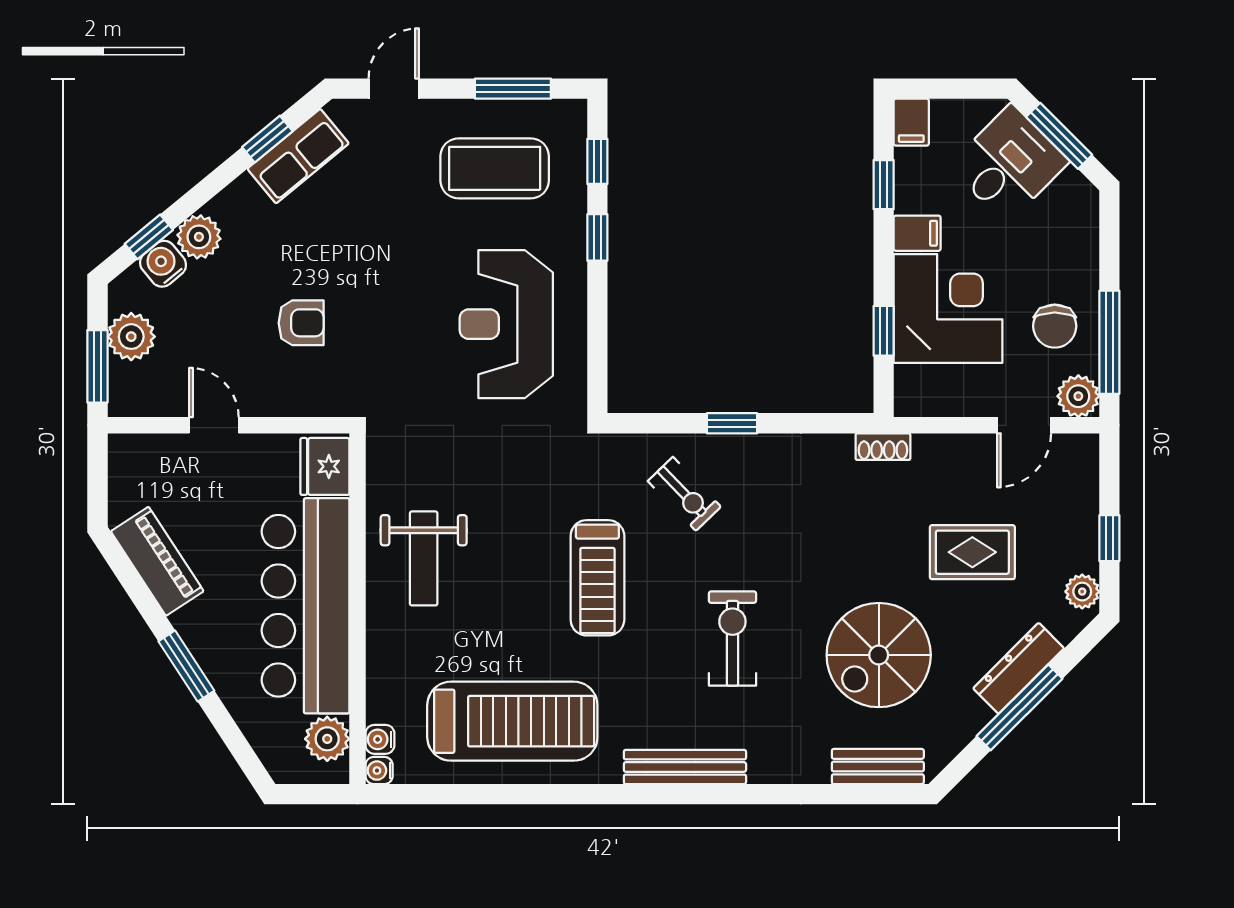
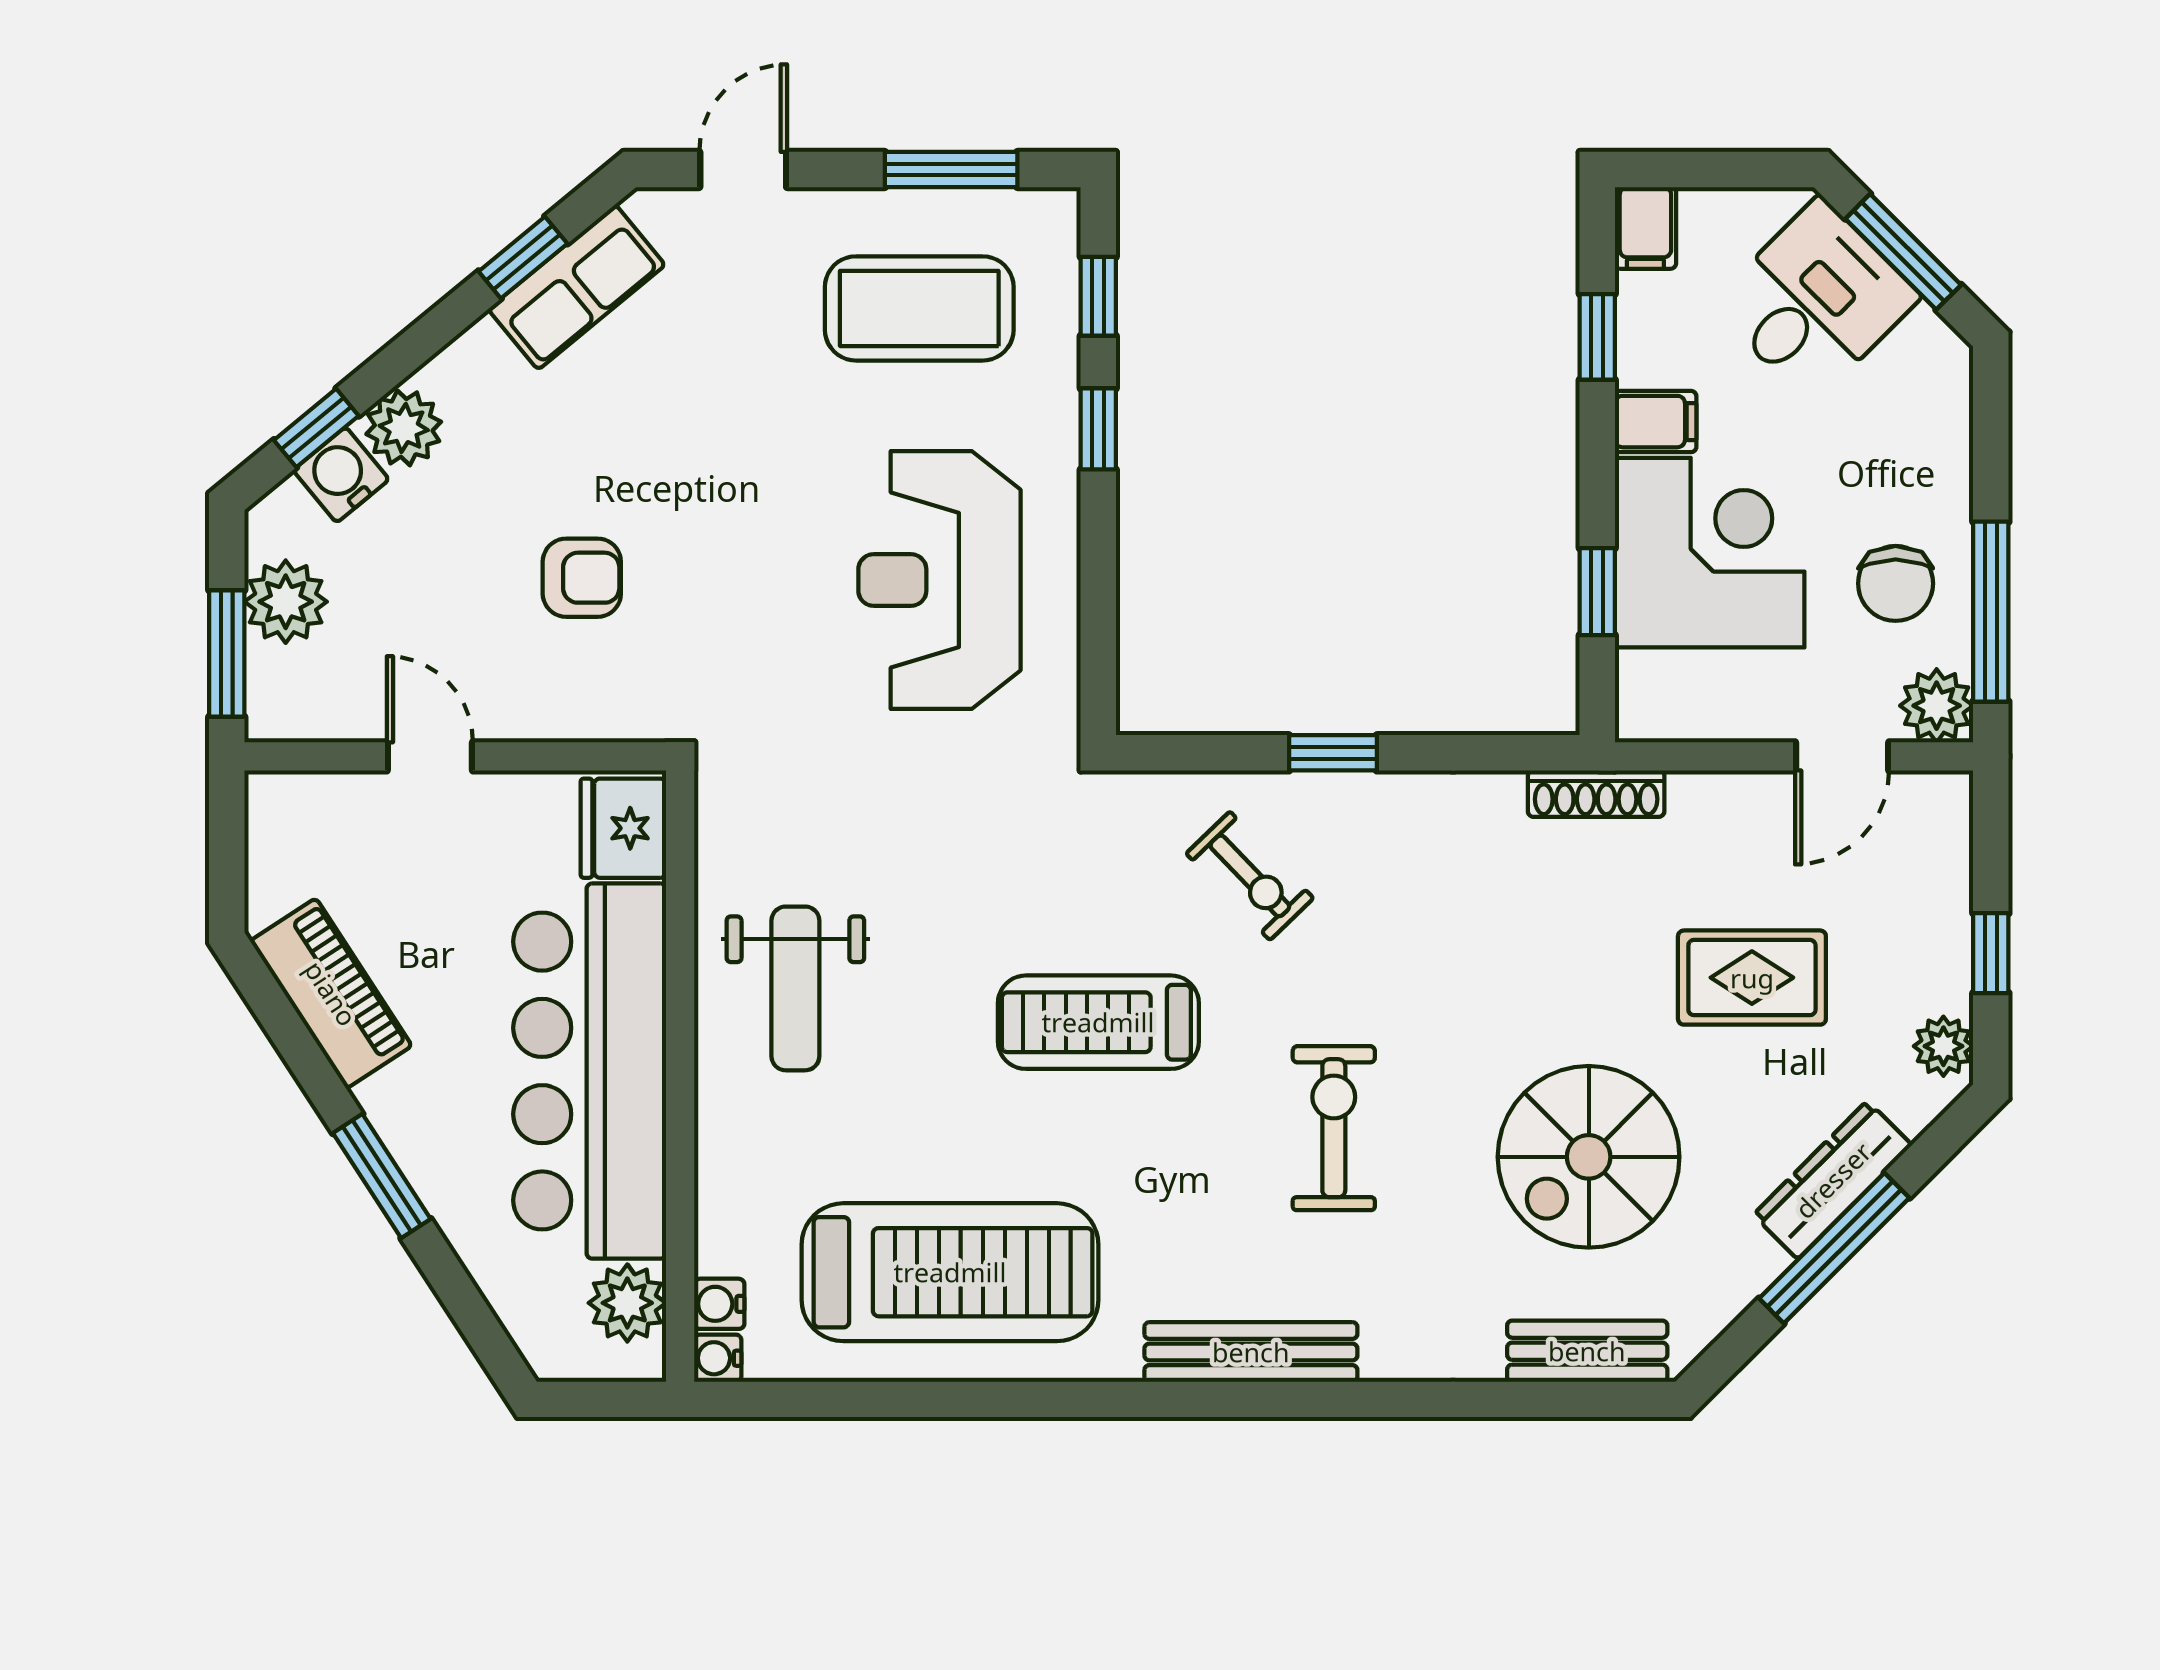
shoe rack: (883, 447) -> (1596, 794), width x1.43
treadmill: (597, 578) -> (1098, 1022), turned 90

